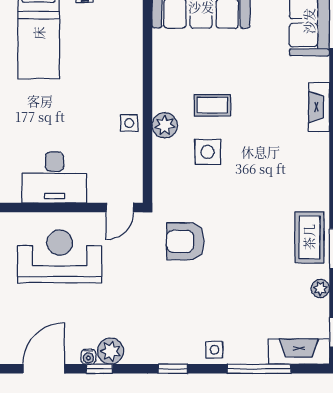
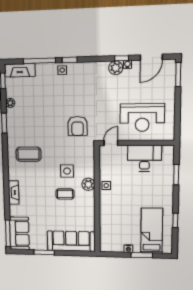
coffee table: (309, 237) -> (28, 154), moved, turned 90
armchair: (185, 241) -> (78, 126), turned 90
window: (173, 369) -> (70, 60), moved

